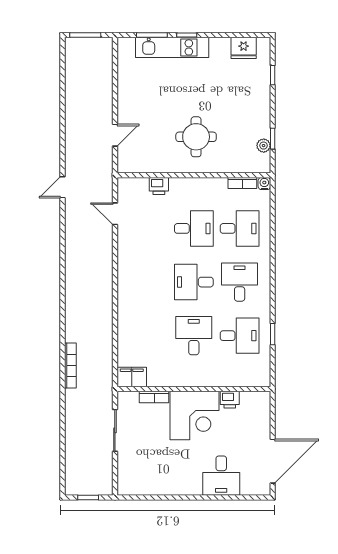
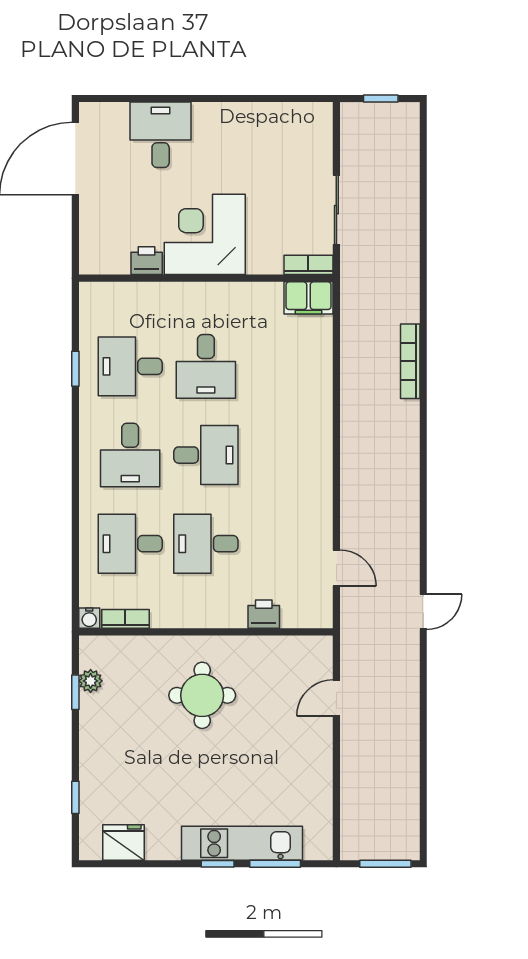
bookcase: (70, 366) -> (410, 361), moved
bookcase: (154, 397) -> (308, 265), moved

